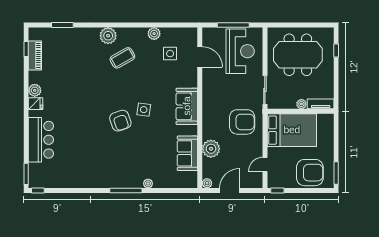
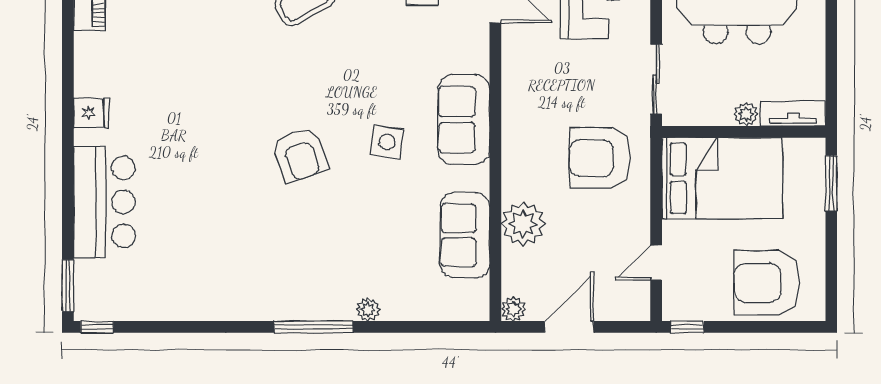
plant: (35, 90) -> (89, 80), removed
side table: (144, 110) -> (387, 142), moved
armchair: (242, 122) -> (600, 158), turned 180
armchair: (310, 173) -> (767, 283), turned 180
window: (336, 173) -> (831, 183), moved

